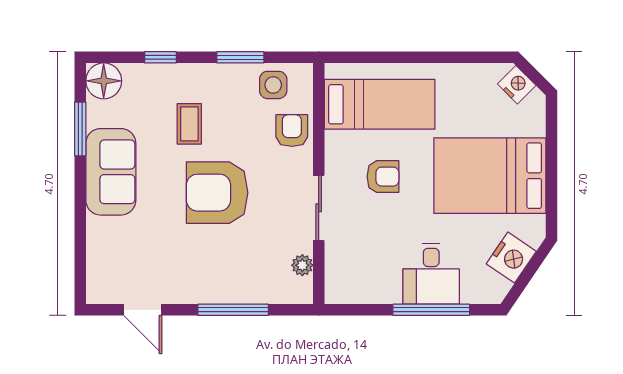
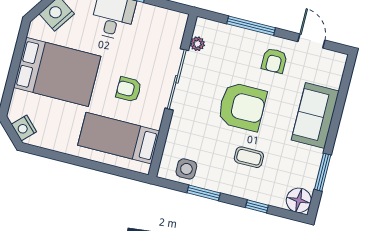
coffee table: (189, 124) -> (249, 157), turned 90
armchair: (292, 131) -> (274, 61), moved
sofa: (111, 172) -> (315, 116), moved
sliding door: (319, 208) -> (177, 79), width x1.37

